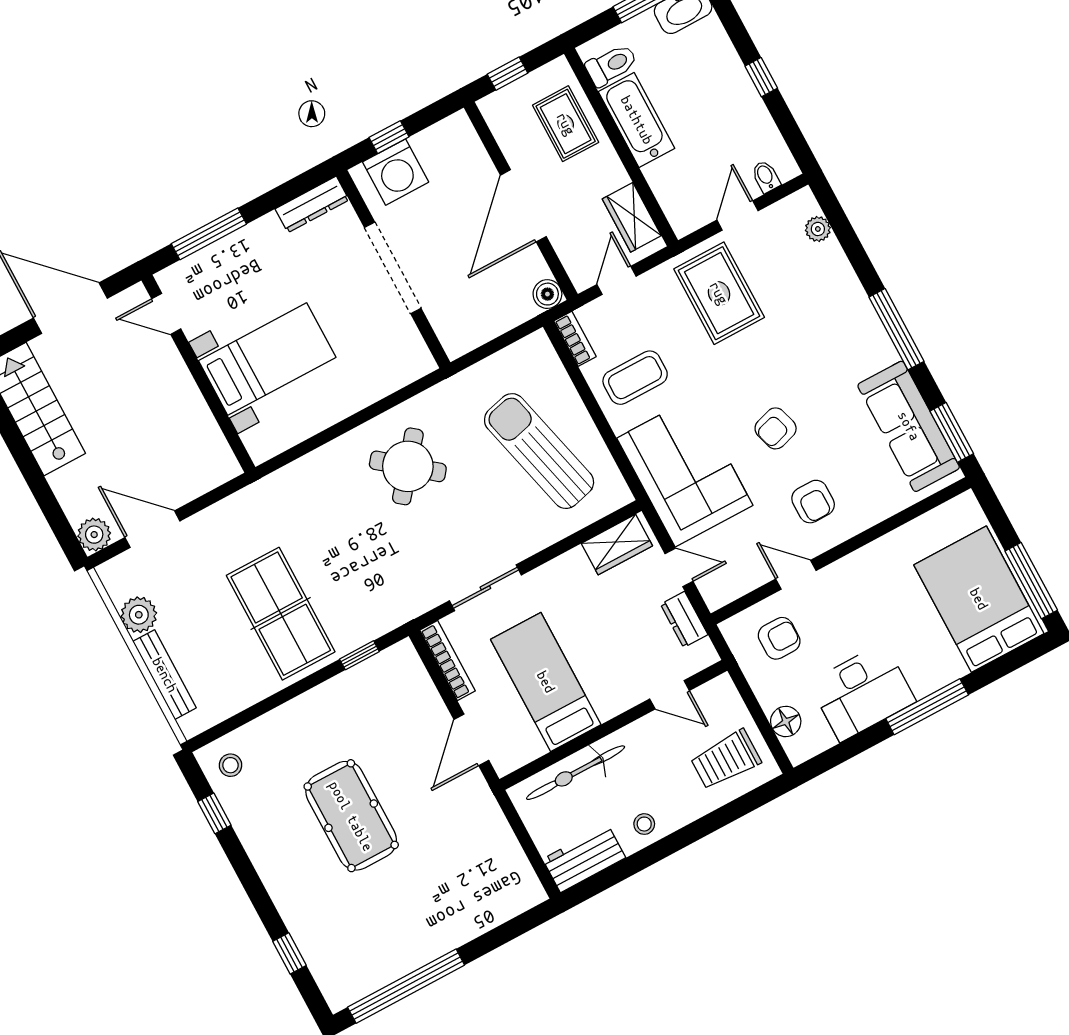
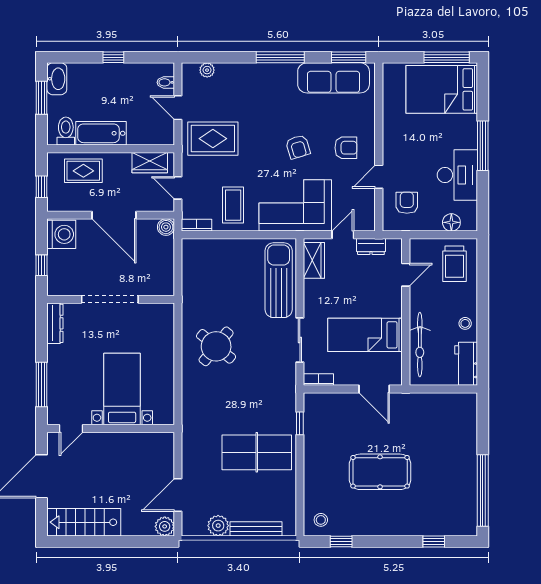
washing machine: (396, 172) -> (61, 234), moved
sun lounger: (539, 451) -> (279, 280), moved, turned 104
bookcase: (447, 661) -> (318, 379), width x0.64

